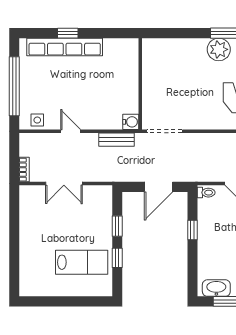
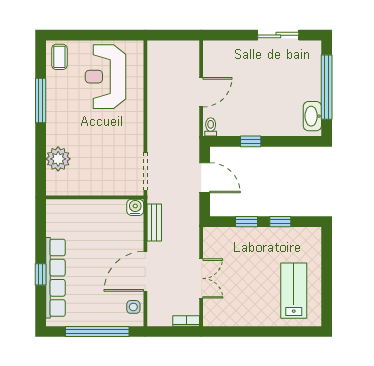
plant: (219, 49) -> (58, 159), moved
door: (71, 131) -> (145, 271), width x1.88
lab bench: (82, 262) -> (294, 291), moved

